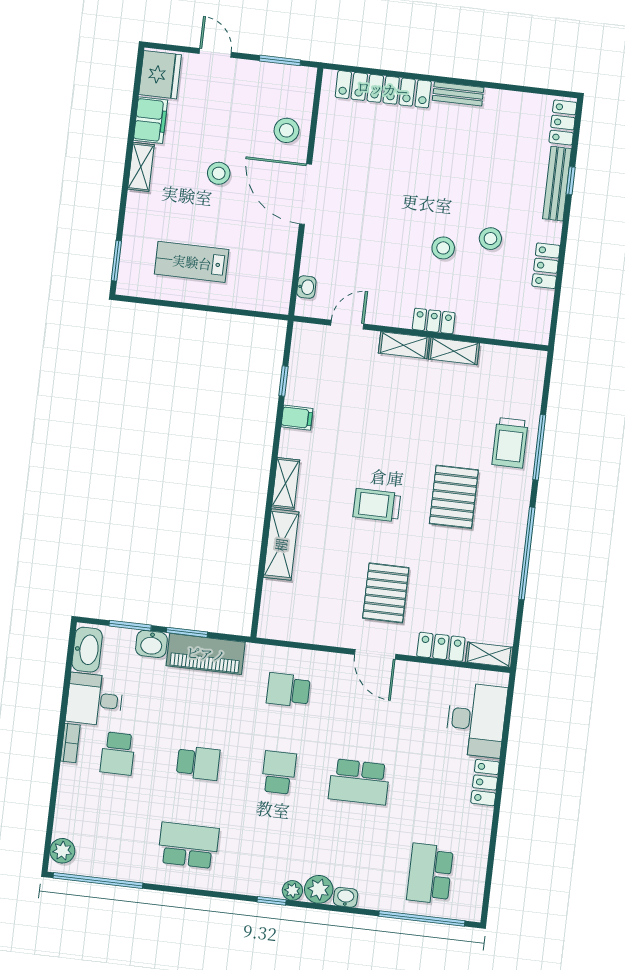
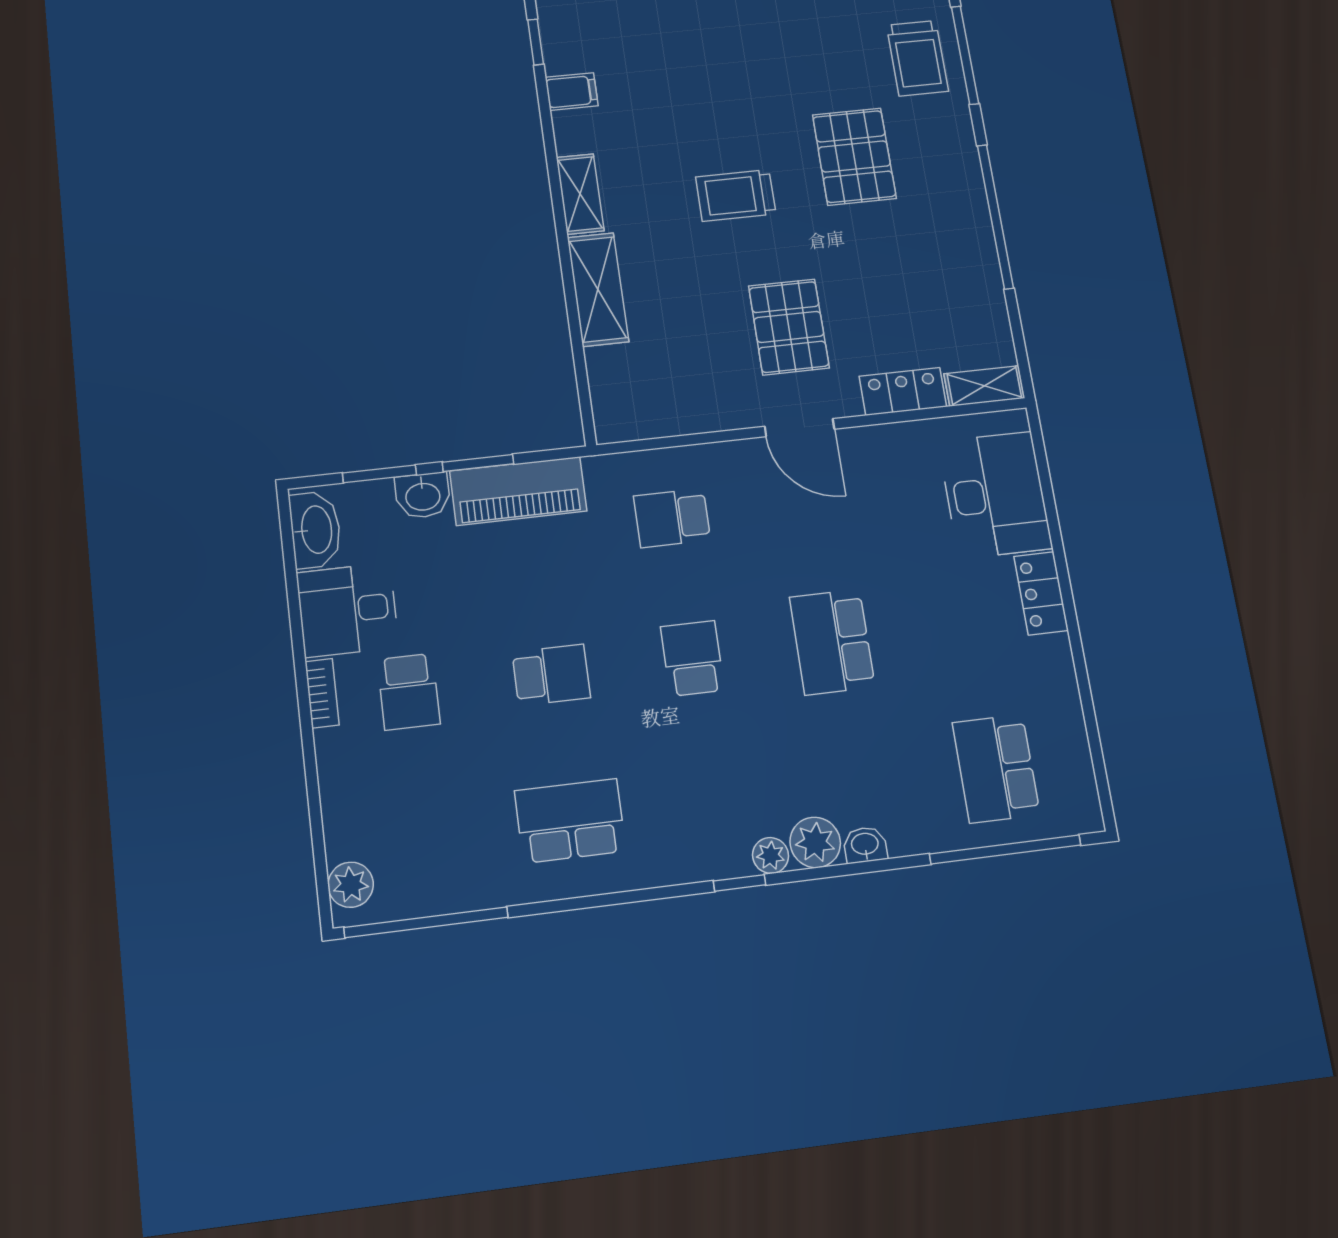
school desk: (359, 782) -> (832, 642), turned 90

